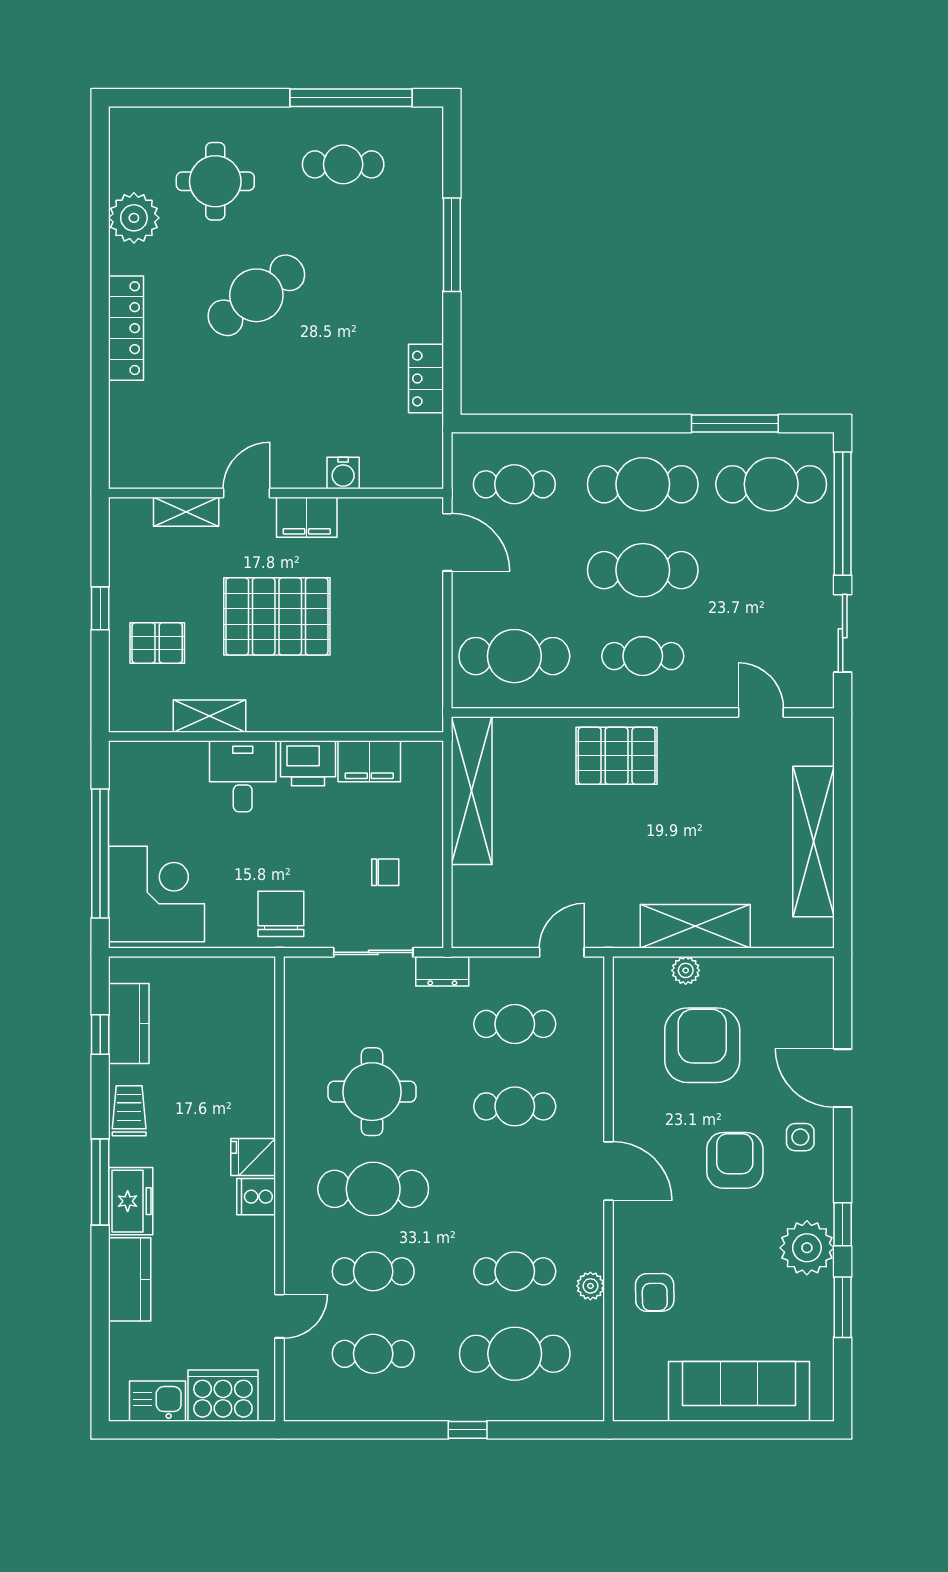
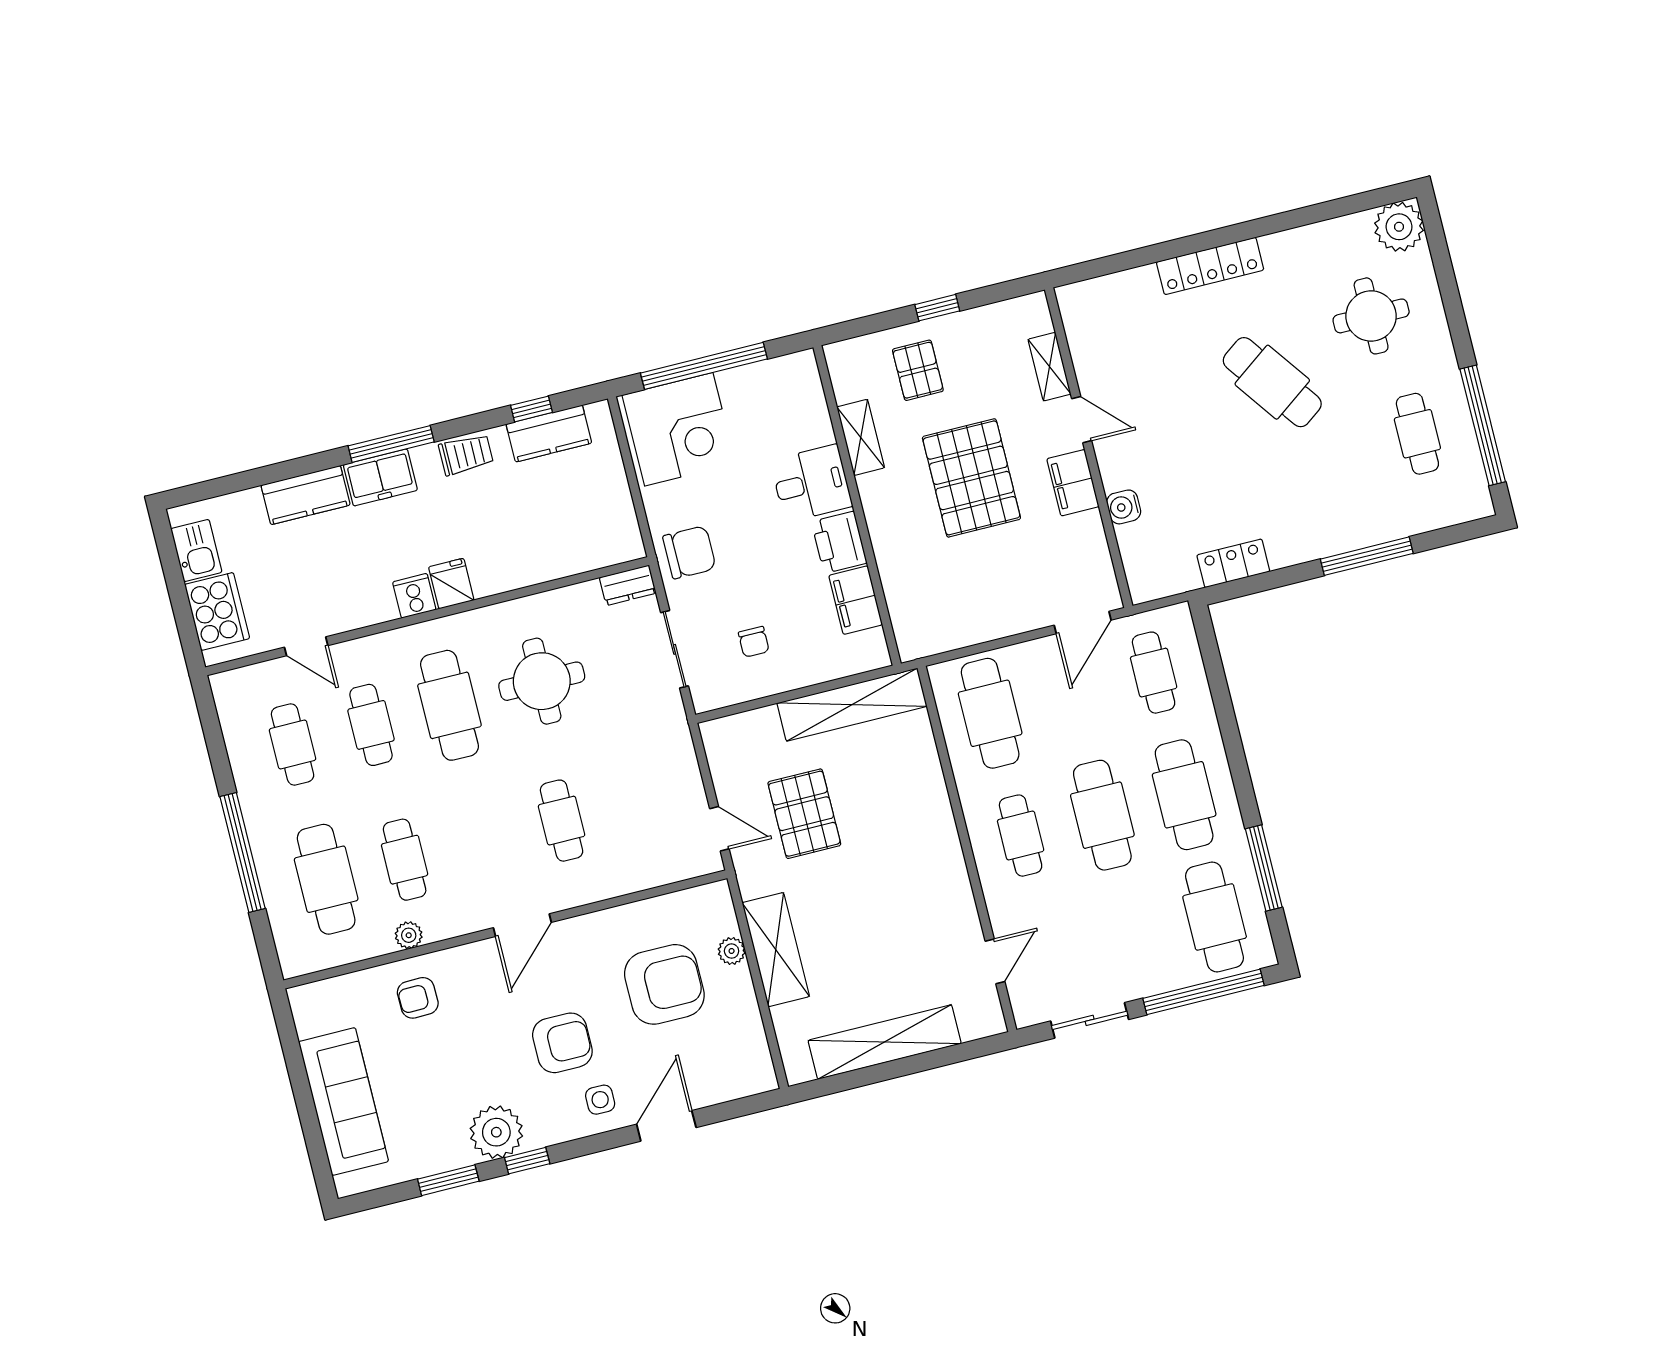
plant: (134, 218) -> (1399, 227), moved
pallet: (617, 756) -> (804, 814), moved
dresser: (442, 971) -> (628, 585), moved, turned -90
cafe table: (515, 1024) -> (640, 801), removed
window: (468, 1430) -> (243, 852), width x3.17

